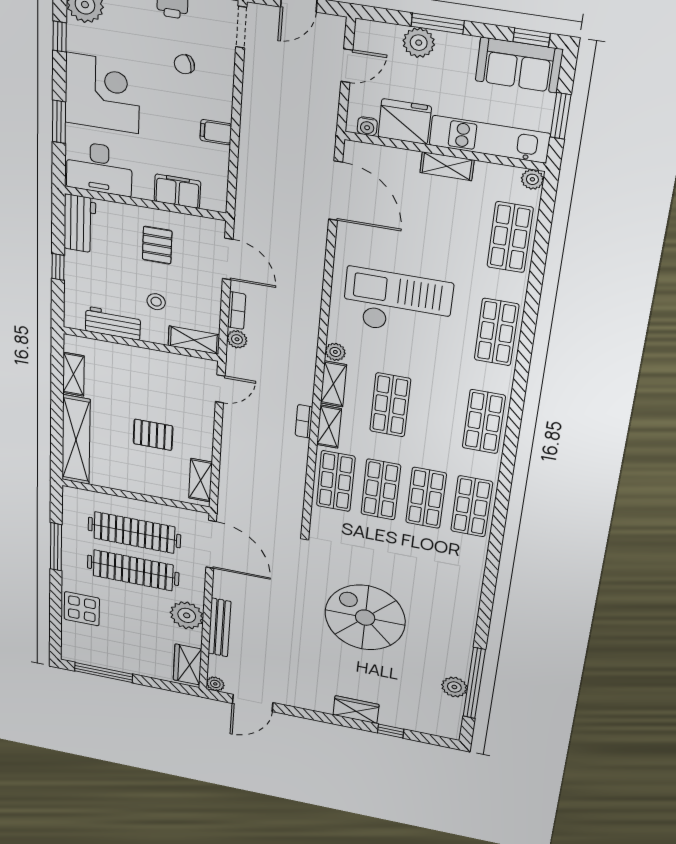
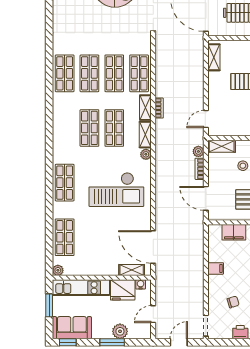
shelving: (447, 166) -> (132, 270), moved
shop shelf: (484, 422) -> (89, 128), moved

